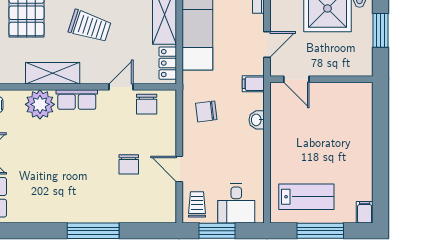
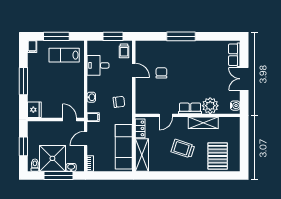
fridge: (360, 97) -> (34, 110), added
chair: (147, 104) -> (152, 106), removed
window: (380, 149) -> (23, 81), added
desk: (236, 203) -> (98, 65), moved, turned -90

